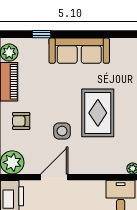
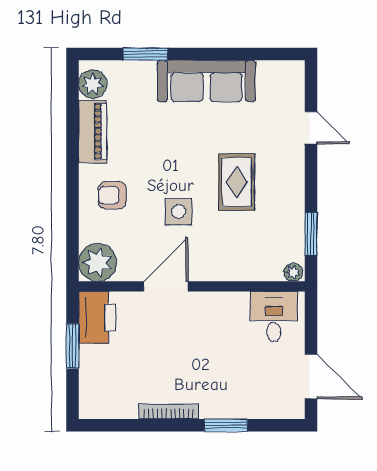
window: (42, 34) -> (145, 54), width x1.50
rug: (98, 113) -> (237, 182), width x0.73, depth x0.70

